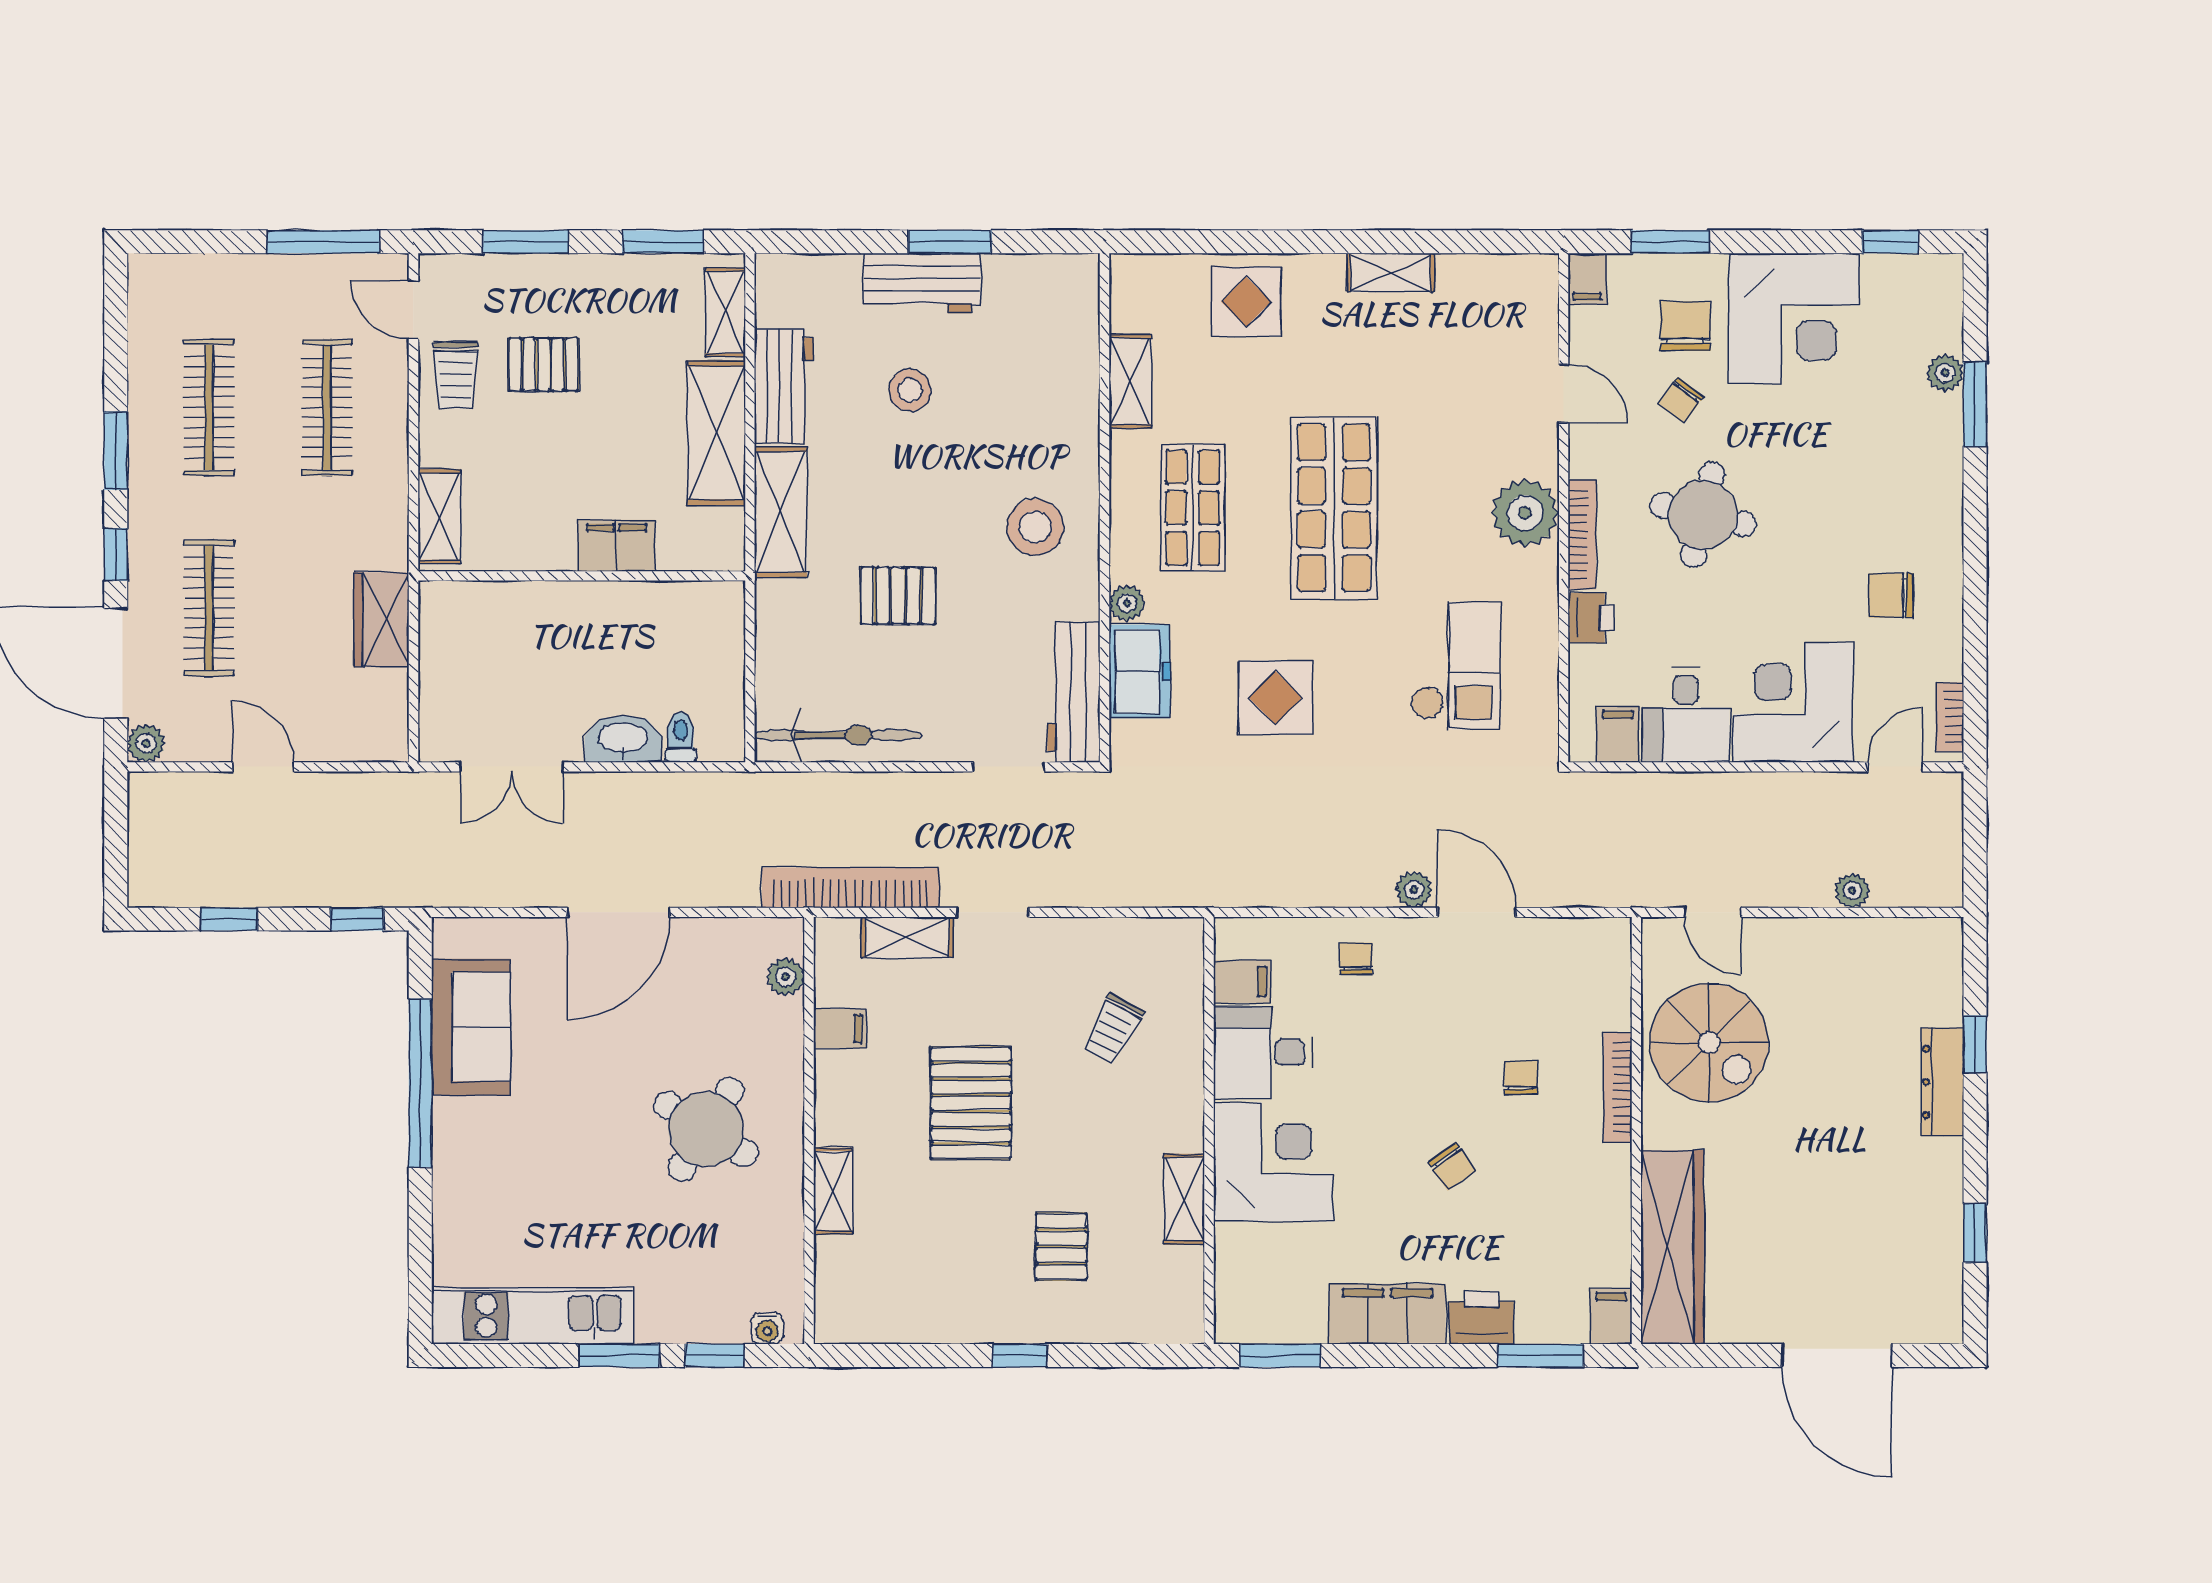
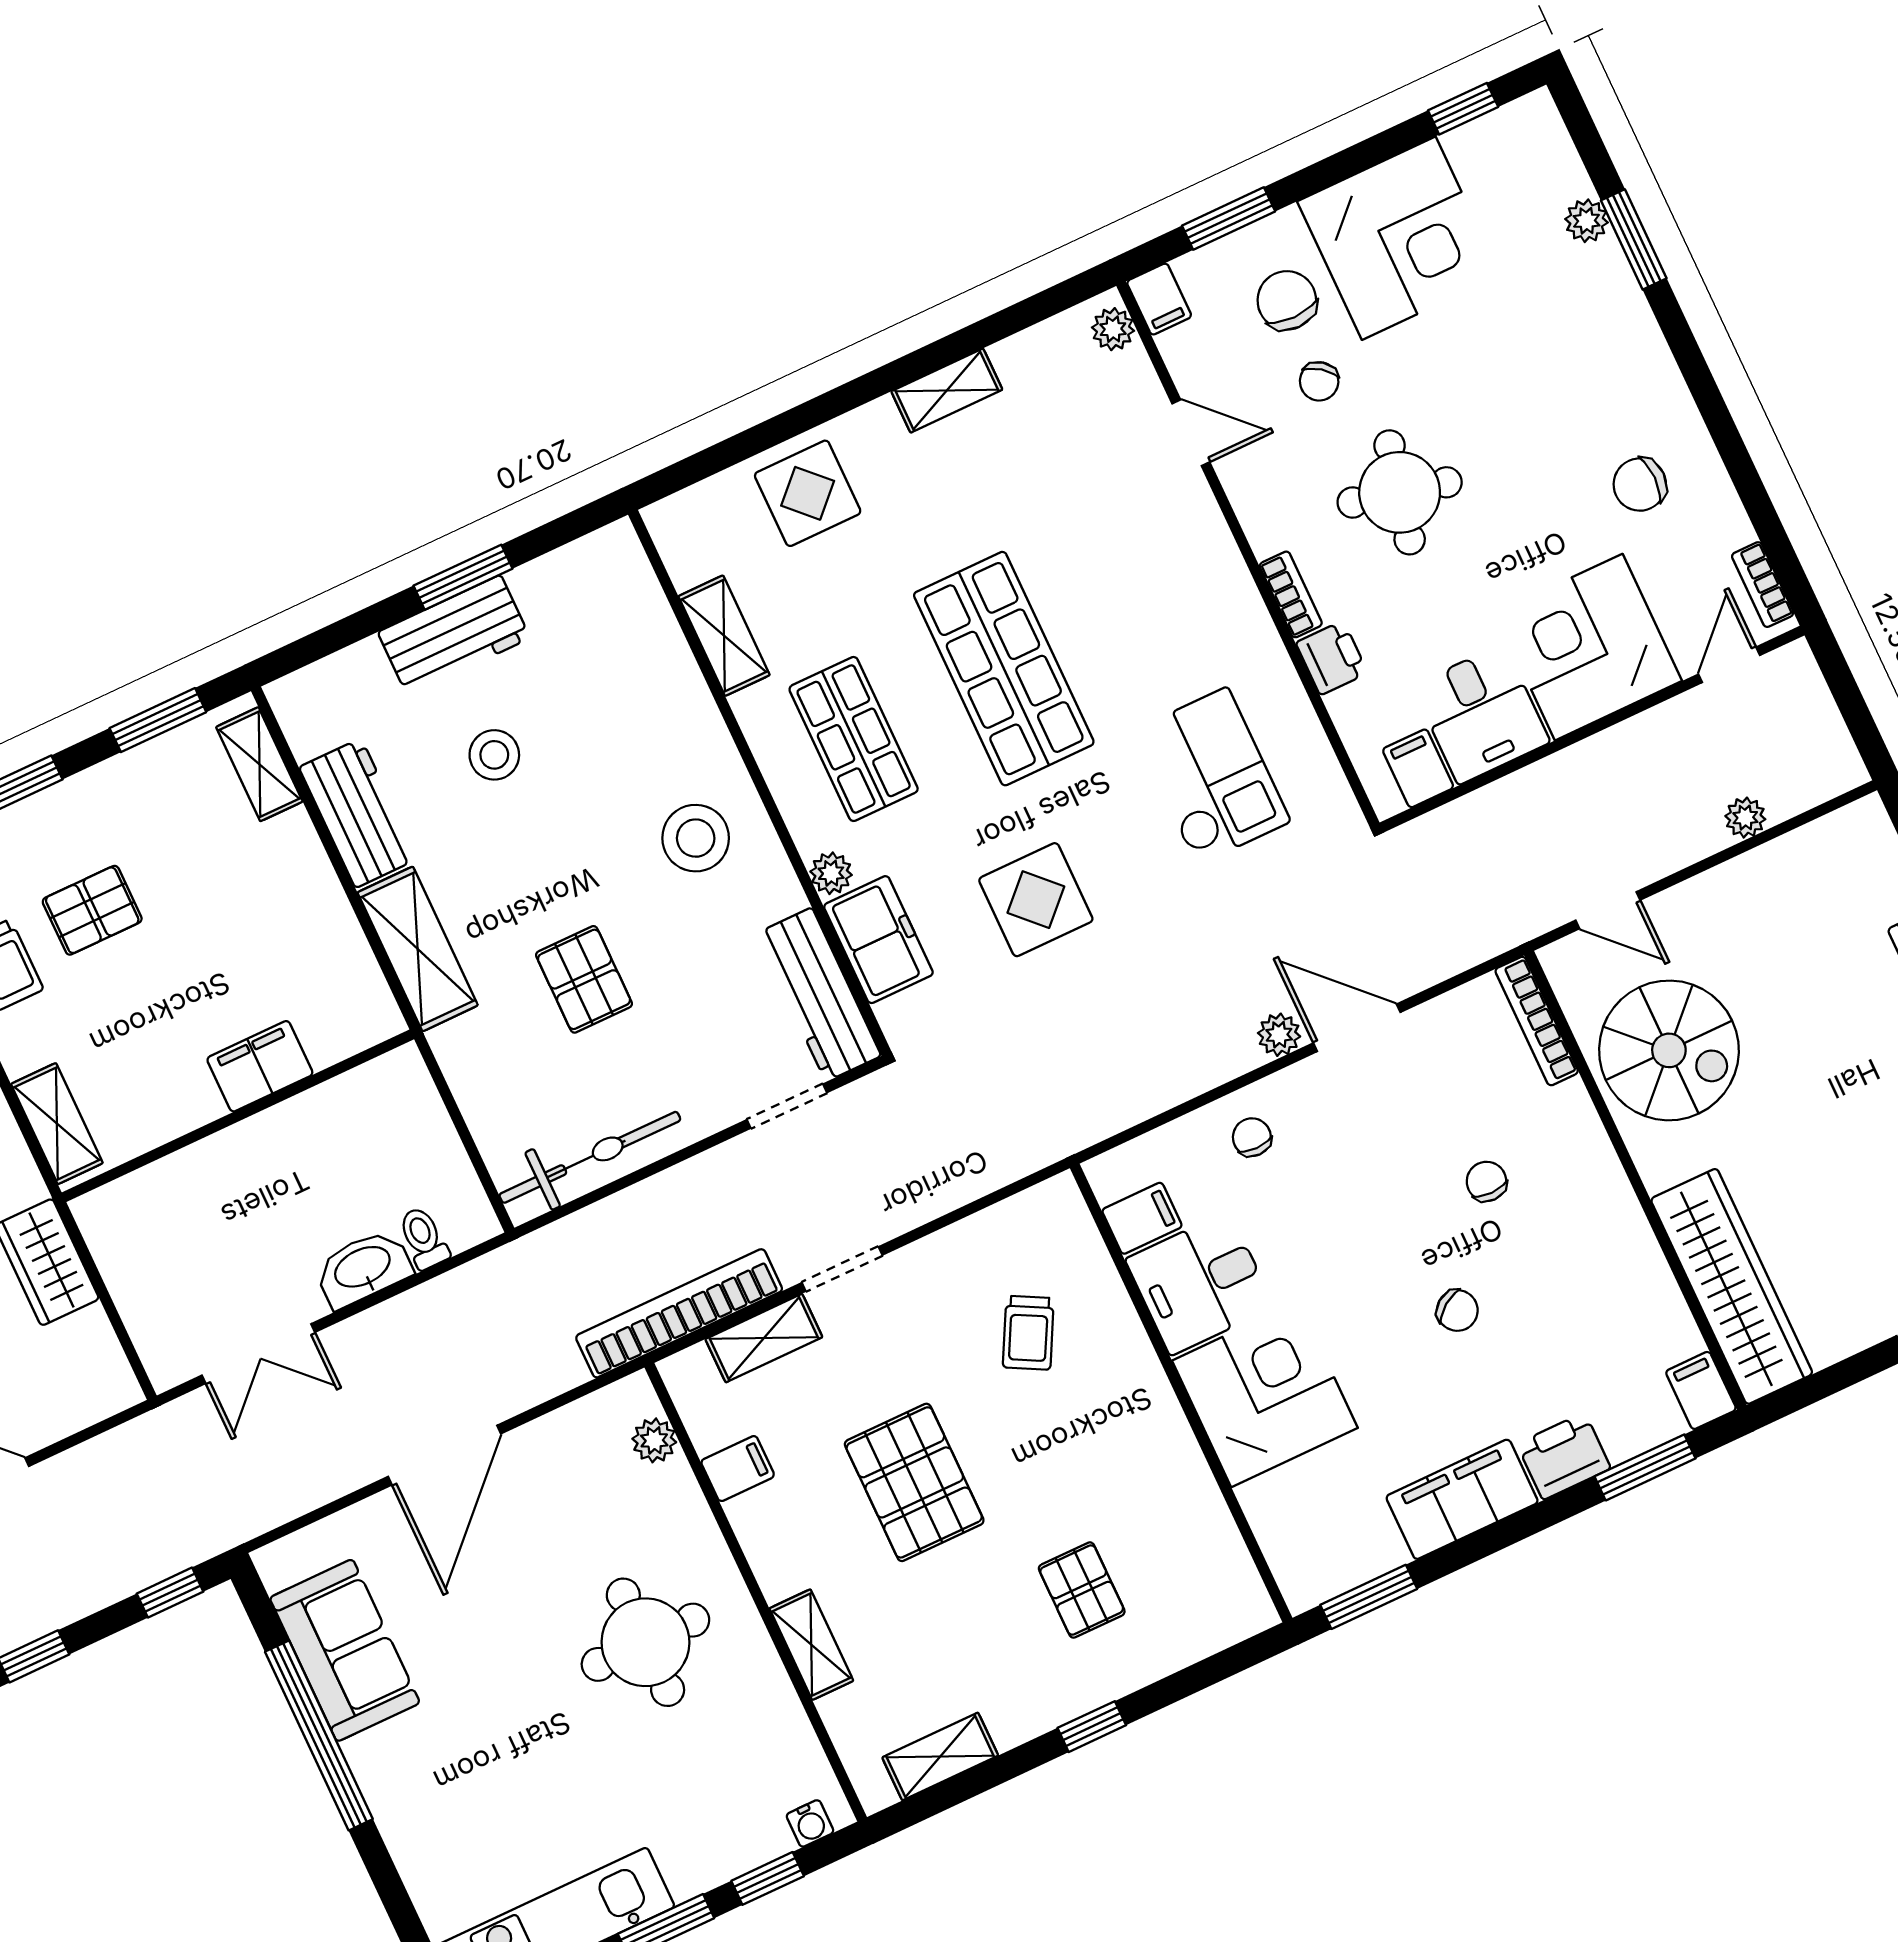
shelving: (716, 433) -> (310, 897), removed
plant: (1525, 513) -> (1113, 329), moved, width x0.53, depth x0.53
bookcase: (1582, 534) -> (1291, 594), width x0.64
pallet: (898, 596) -> (584, 979), turned 90
bookcase: (1618, 1087) -> (1537, 1021), moved
round table: (706, 1129) -> (645, 1642), turned -32
shelving: (1184, 1199) -> (940, 1756), moved, turned 90

